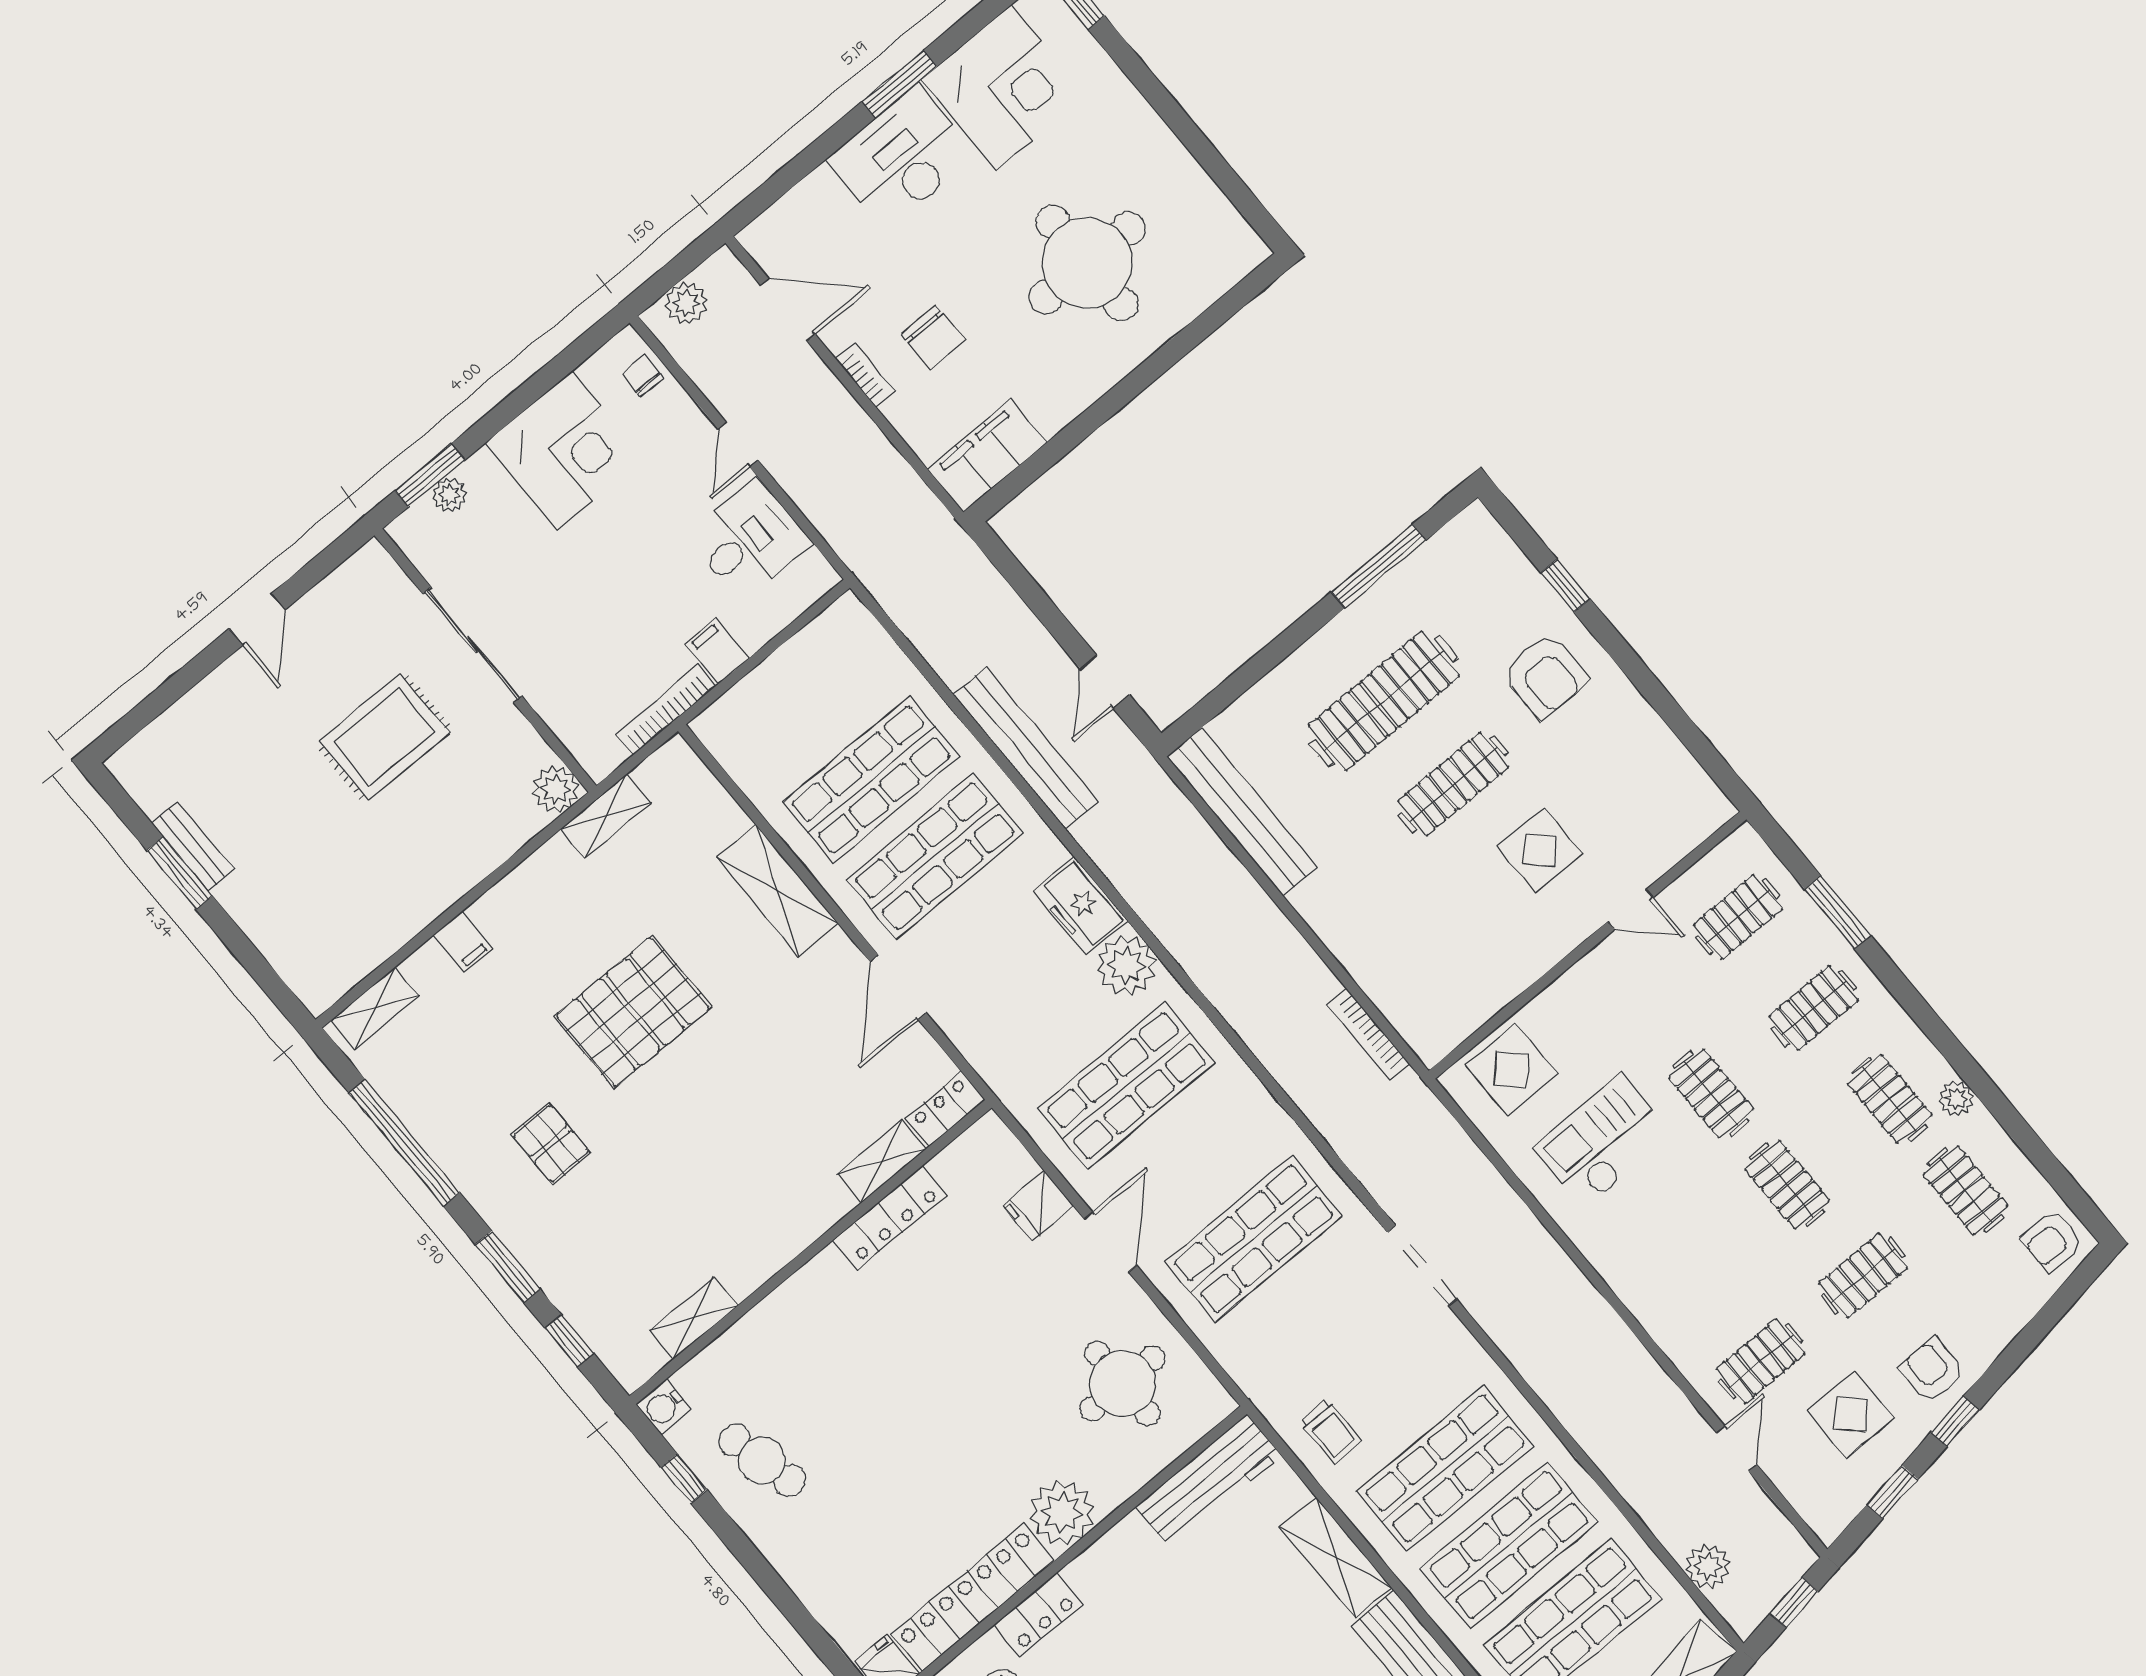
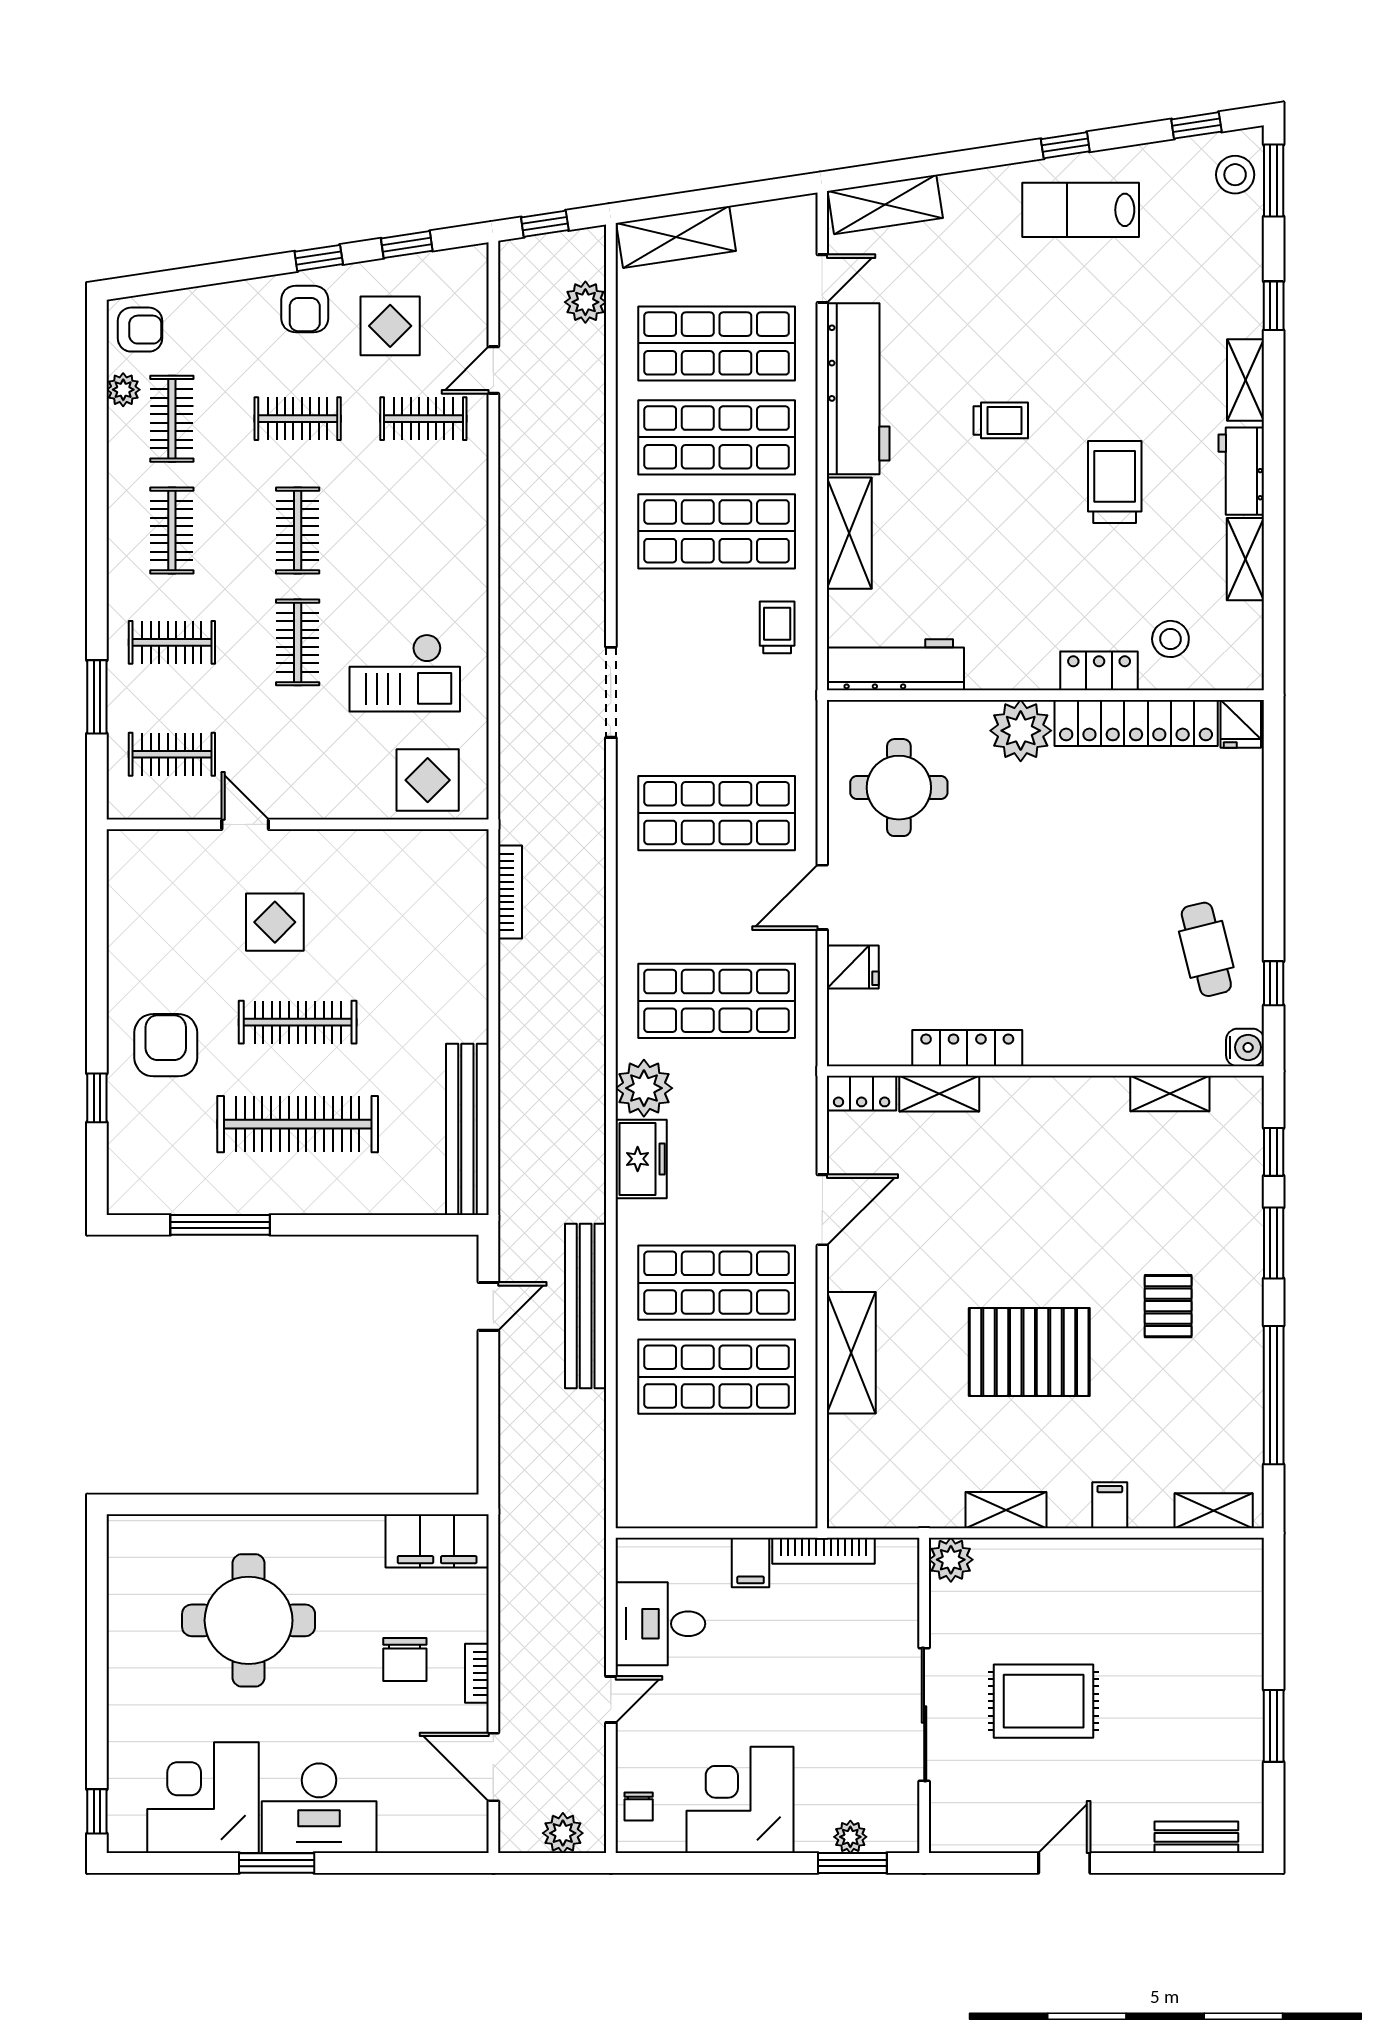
chair: (933, 337) -> (405, 1659), turned 180
shelving: (606, 816) -> (1006, 1510), moved
bench: (193, 846) -> (1196, 1837), moved, turned 90
plant: (1956, 1099) -> (123, 390), moved

